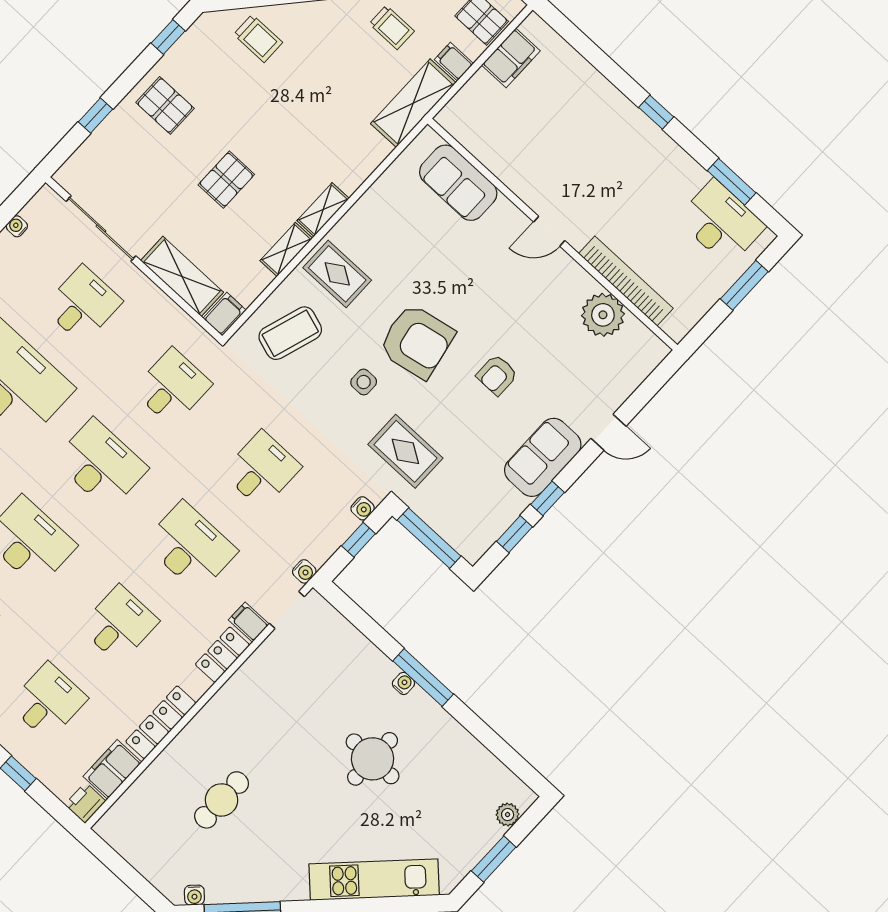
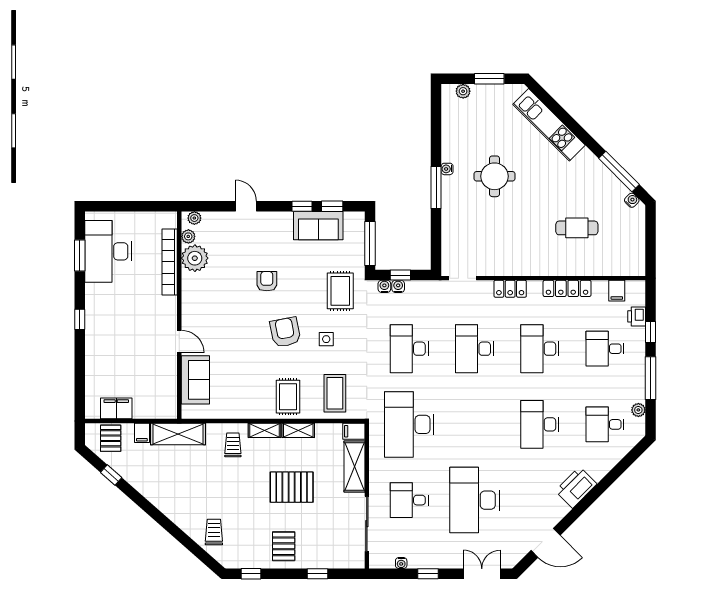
trolley: (392, 27) -> (233, 445), moved
pallet: (226, 180) -> (292, 487), width x1.50, depth x1.42
desk: (721, 223) -> (108, 251), width x1.36, depth x1.30
door: (549, 231) -> (179, 342), moved
window: (744, 285) -> (122, 206), removed
plant: (636, 331) -> (188, 236), added
coffee table: (290, 333) -> (335, 393), turned 72
armchair: (417, 341) -> (285, 332), width x0.73, depth x0.73
plant: (651, 358) -> (194, 218), added
armchair: (497, 375) -> (267, 281), turned -90
desk: (172, 387) -> (409, 424), width x1.87, depth x1.30
sofa: (543, 457) -> (318, 226), moved
desk: (101, 464) -> (474, 424), removed
desk: (262, 470) -> (409, 349), width x1.37
water cooler: (304, 571) -> (398, 286), moved
filing cabinet: (249, 622) -> (484, 290), removed
desk: (119, 624) -> (540, 349), width x1.37
water cooler: (403, 683) -> (447, 169), moved
filing cabinet: (112, 769) -> (617, 291), width x0.50
printer: (85, 803) -> (637, 316), moved, turned 90

